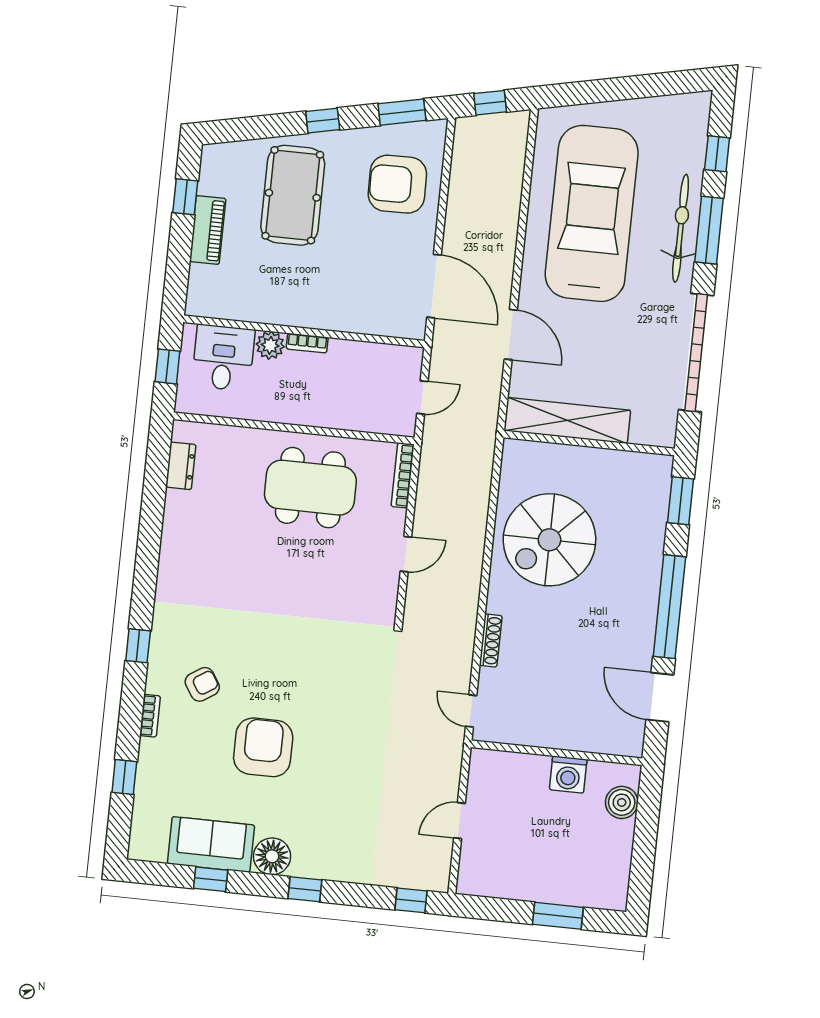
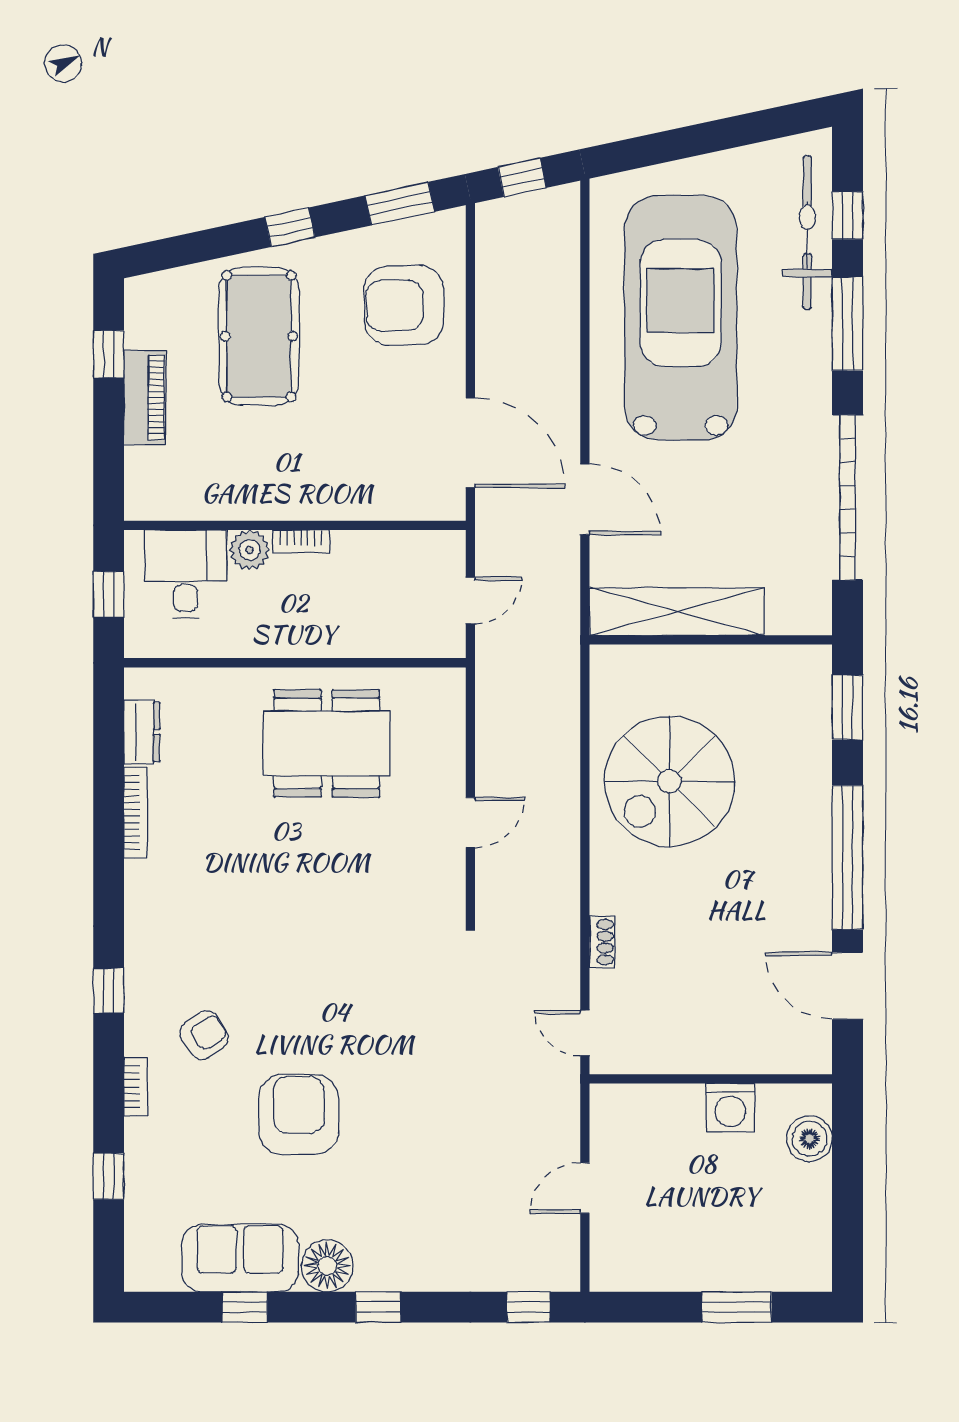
bicycle: (681, 228) -> (807, 232), moved
bookcase: (403, 475) -> (135, 812), moved, turned 180
shoe rack: (491, 641) -> (602, 942), width x0.70

